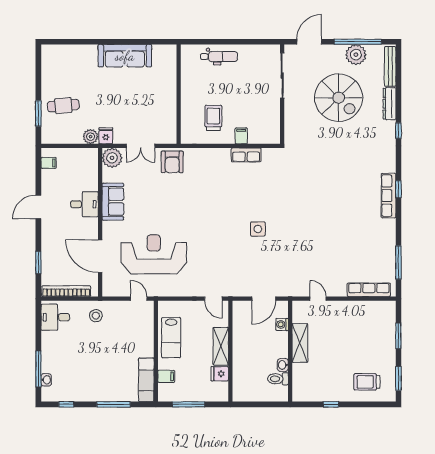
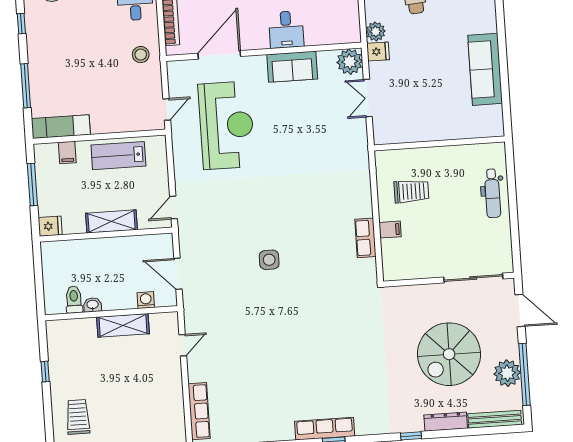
armchair: (172, 162) -> (350, 141), removed
fridge: (220, 374) -> (50, 226), moved, turned 90

